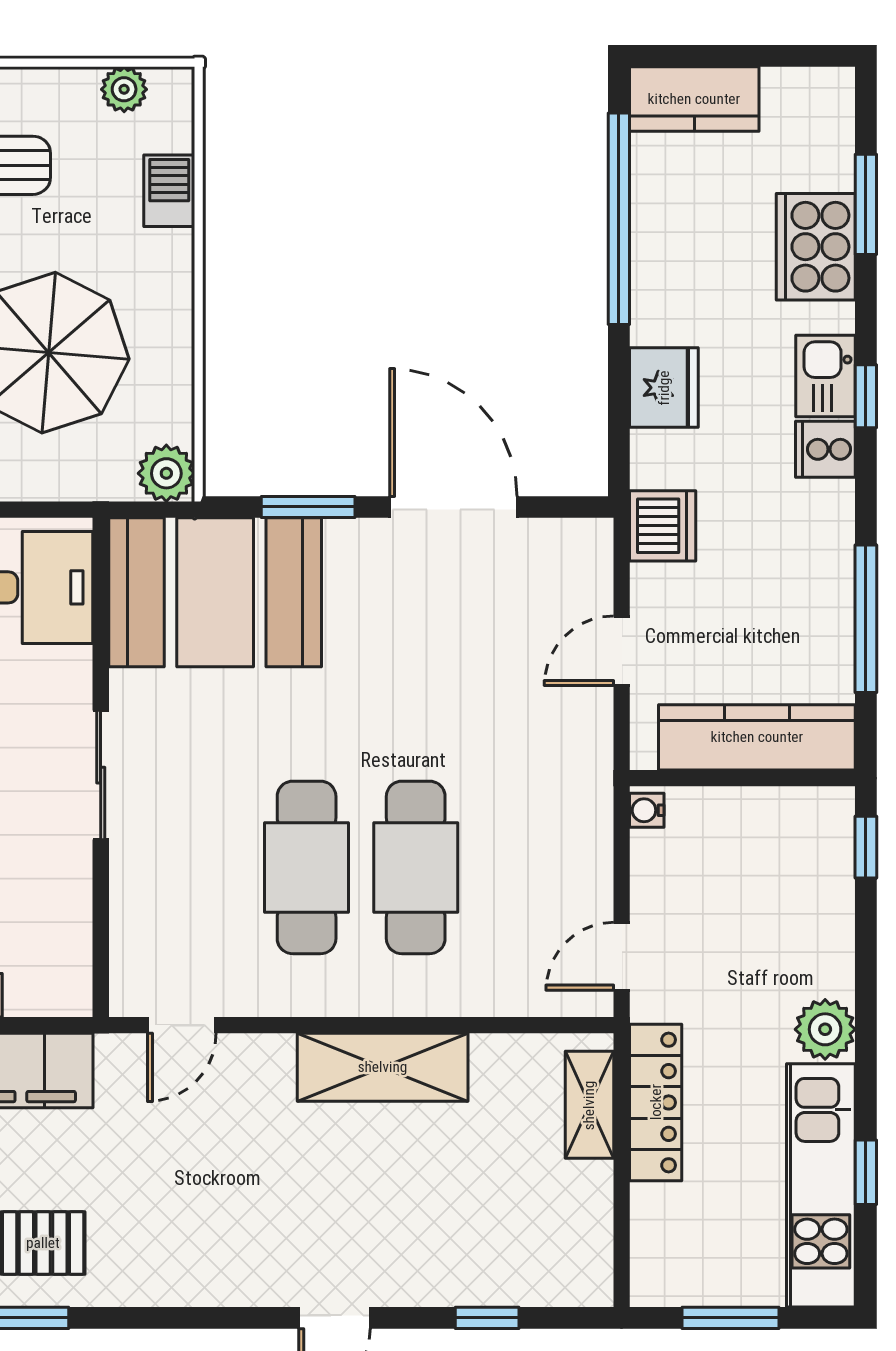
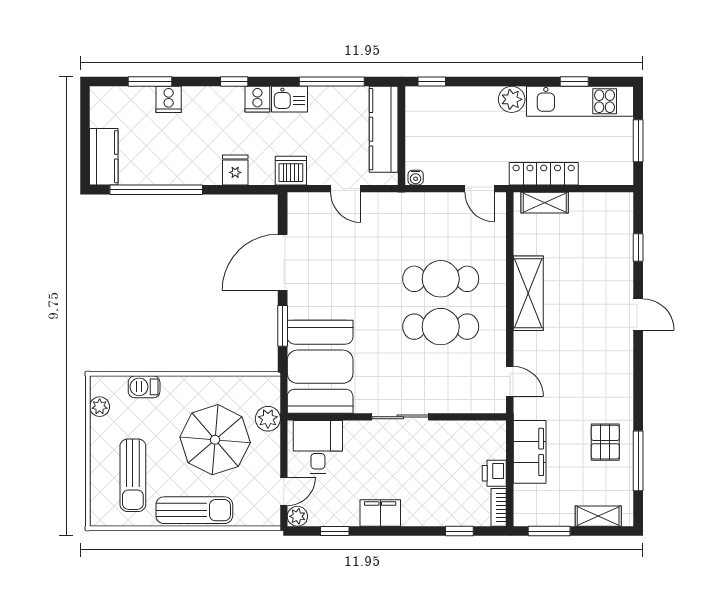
cooker: (816, 247) -> (169, 99), width x0.53, depth x0.76
kitchen sink: (826, 376) -> (290, 99), moved
fridge: (664, 388) -> (235, 170), width x0.72
plant: (166, 473) -> (268, 419), moved

